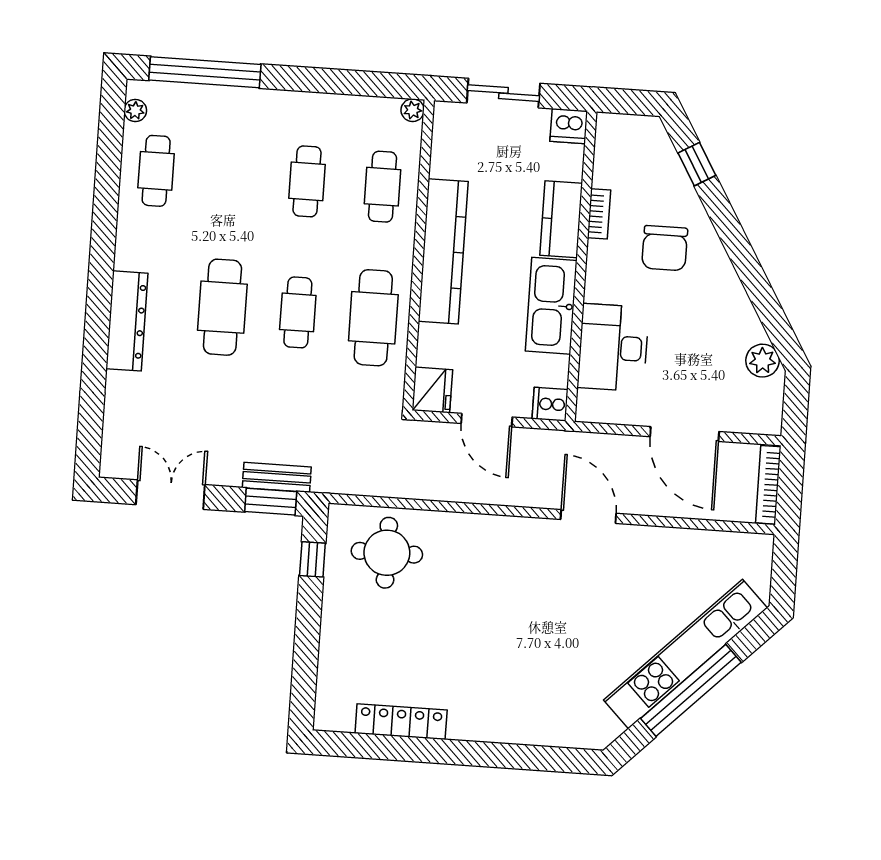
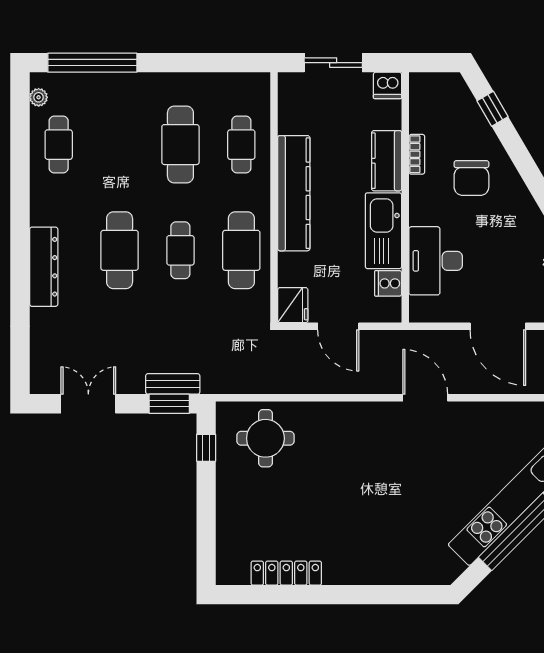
plant: (413, 110) -> (261, 81), removed
cafe table: (307, 181) -> (180, 145), width x1.37, depth x1.35
cooker: (550, 404) -> (388, 283), moved

